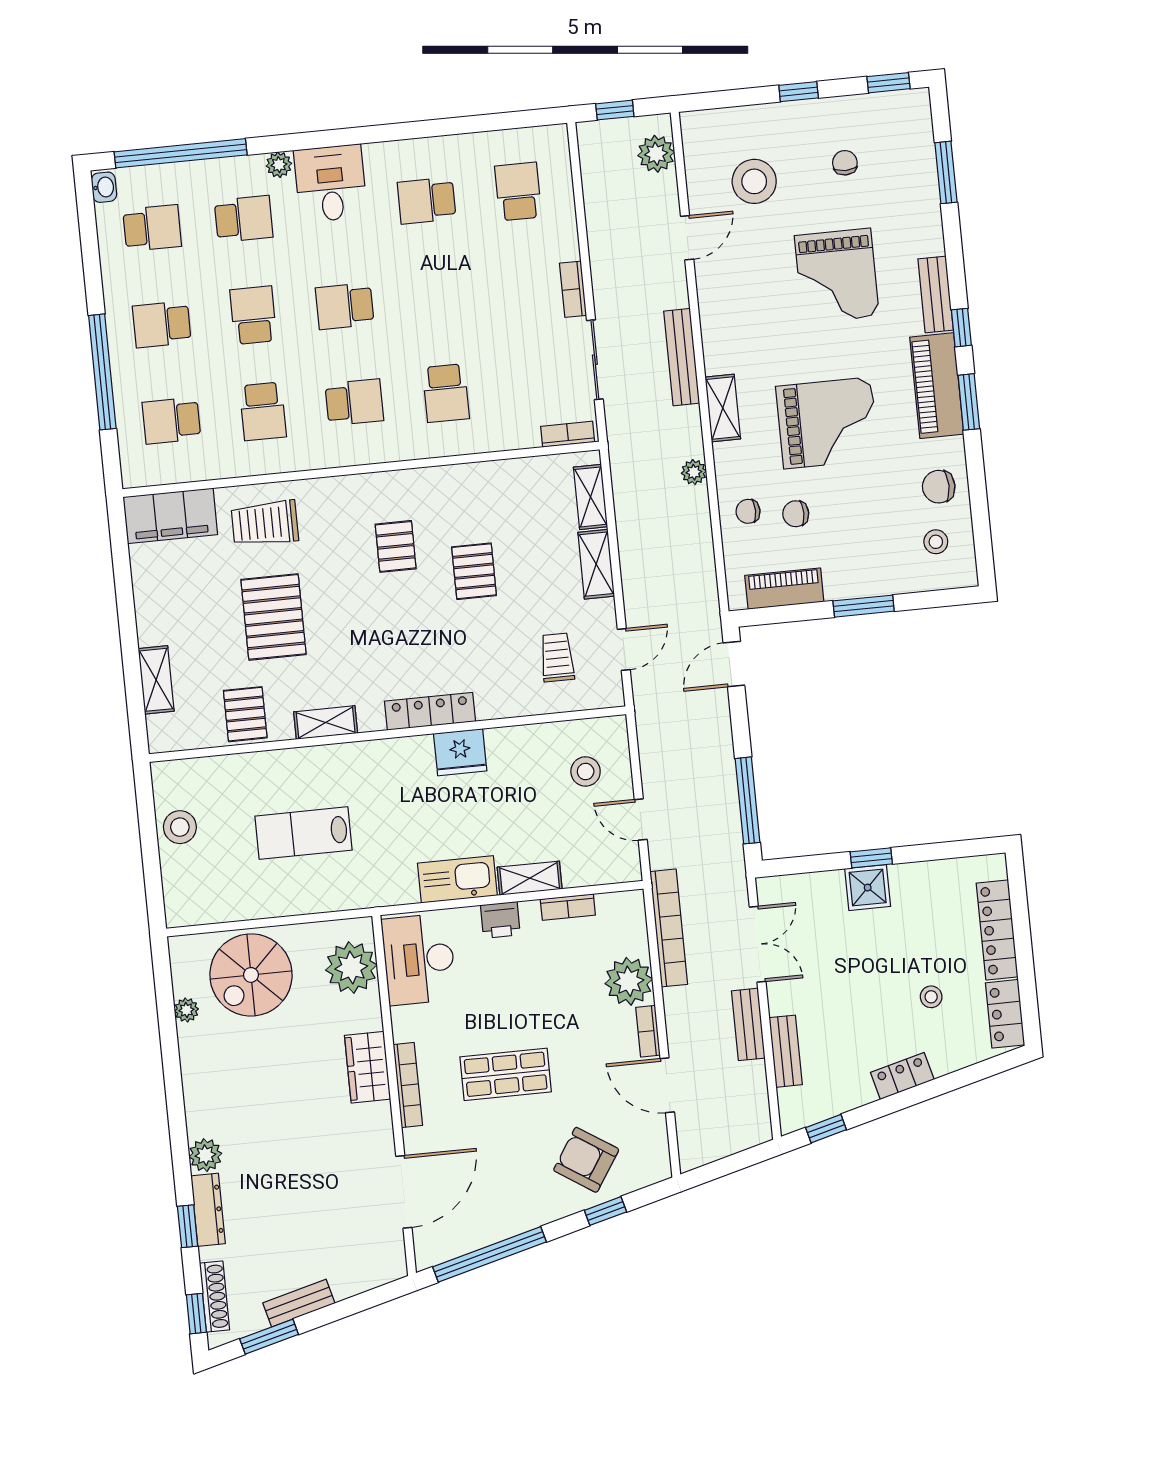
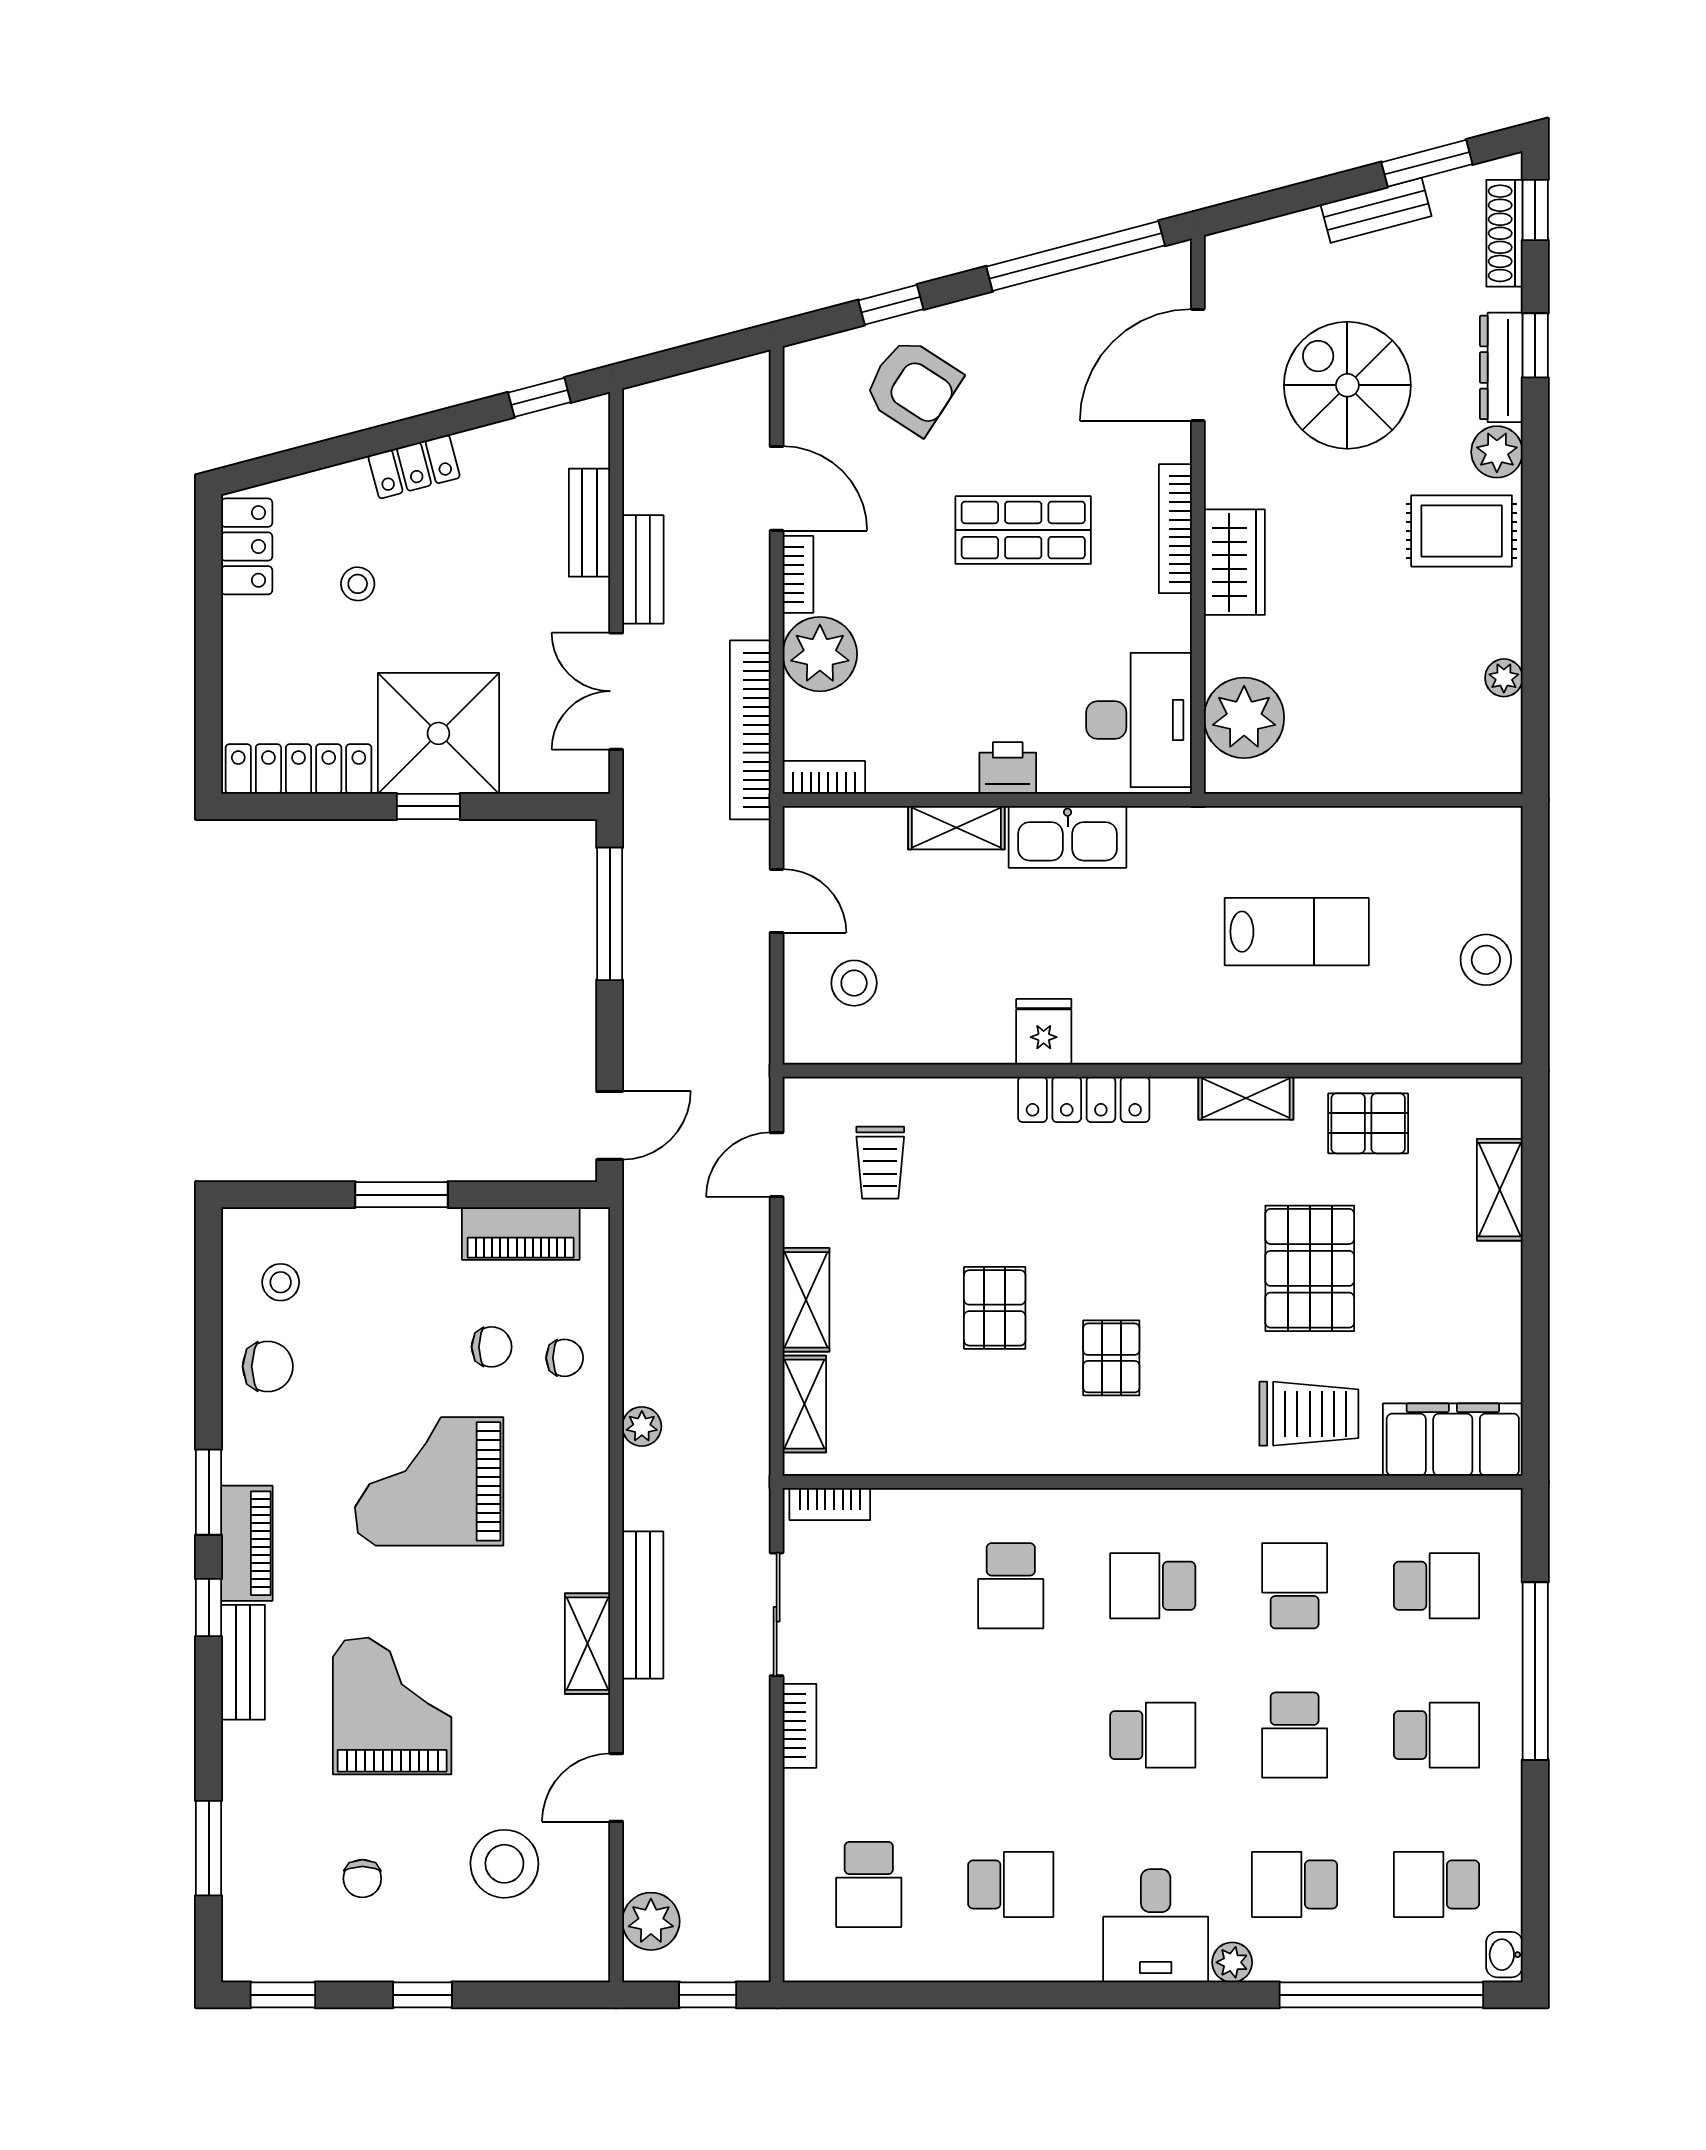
piano: (937, 386) -> (247, 1543), width x0.73, depth x0.75
school desk: (446, 393) -> (1011, 1586), turned 180
shelving: (723, 408) -> (588, 1644), moved
pallet: (245, 714) -> (1368, 1123), turned 90
fridge: (460, 752) -> (1044, 1032), width x0.72
shower: (868, 888) -> (438, 733), width x1.86, depth x1.86
bookcase: (568, 907) -> (824, 777), moved
locker: (997, 930) -> (299, 769), moved, turned -90
spiral stairs: (251, 975) -> (1347, 385), moved, turned -90
rug: (223, 1102) -> (1462, 531), added

